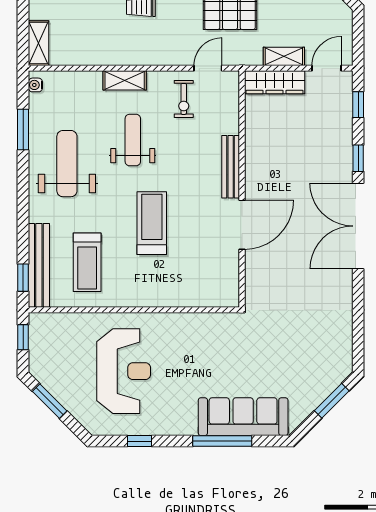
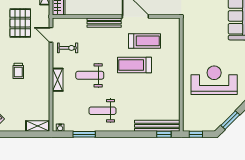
weight bench: (67, 164) -> (102, 111), width x0.73, depth x0.75
treadmill: (87, 262) -> (145, 41), moved

